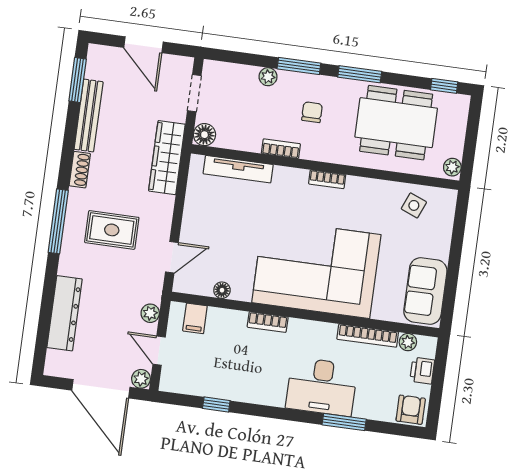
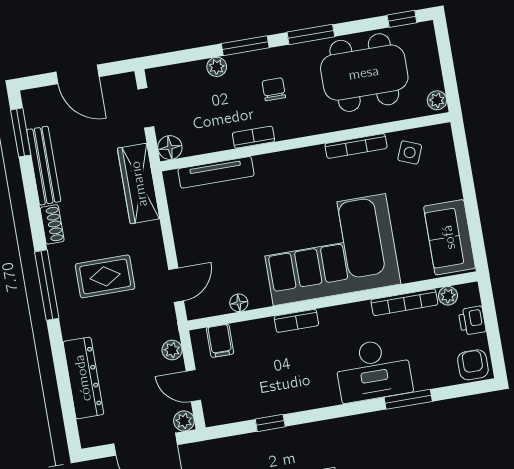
bookcase: (327, 179) -> (356, 146), moved, width x1.56

